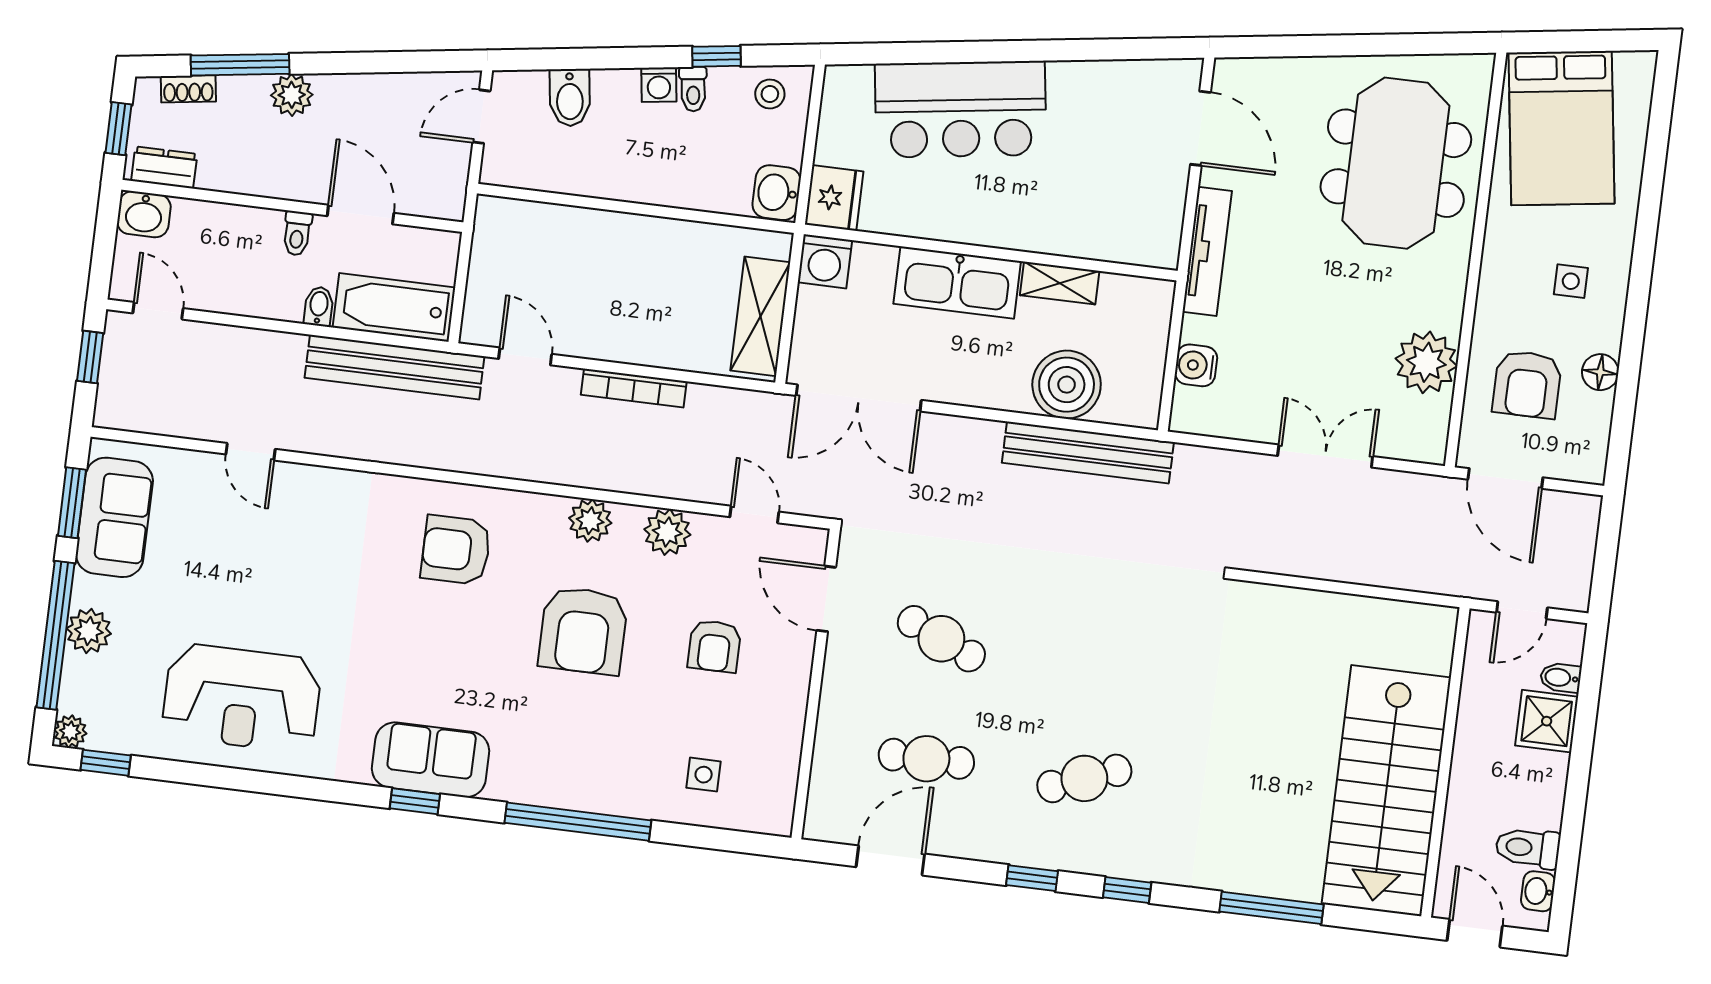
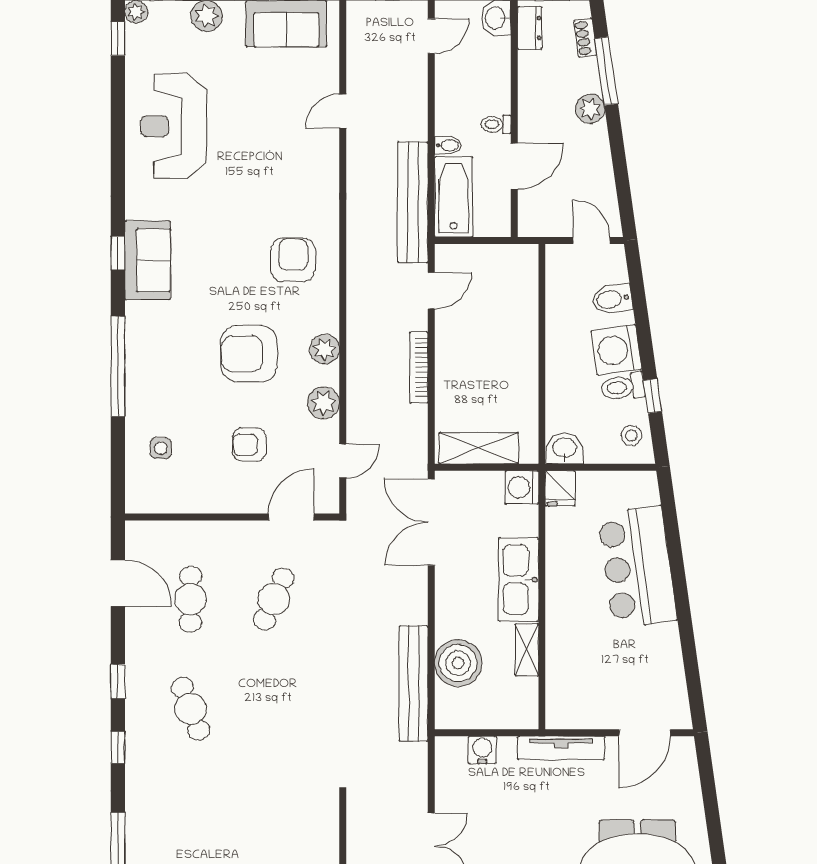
washing machine: (659, 85) -> (616, 350), width x1.89, depth x1.89
toilet: (693, 89) -> (623, 387), width x1.37, depth x1.39
fridge: (834, 198) -> (560, 488), width x0.72

